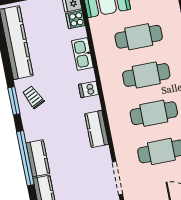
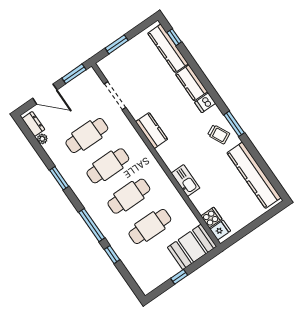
kitchen sink: (82, 54) -> (185, 181), moved
dishwasher: (89, 89) -> (205, 103), moved, turned 180
window: (25, 158) -> (202, 78), removed

